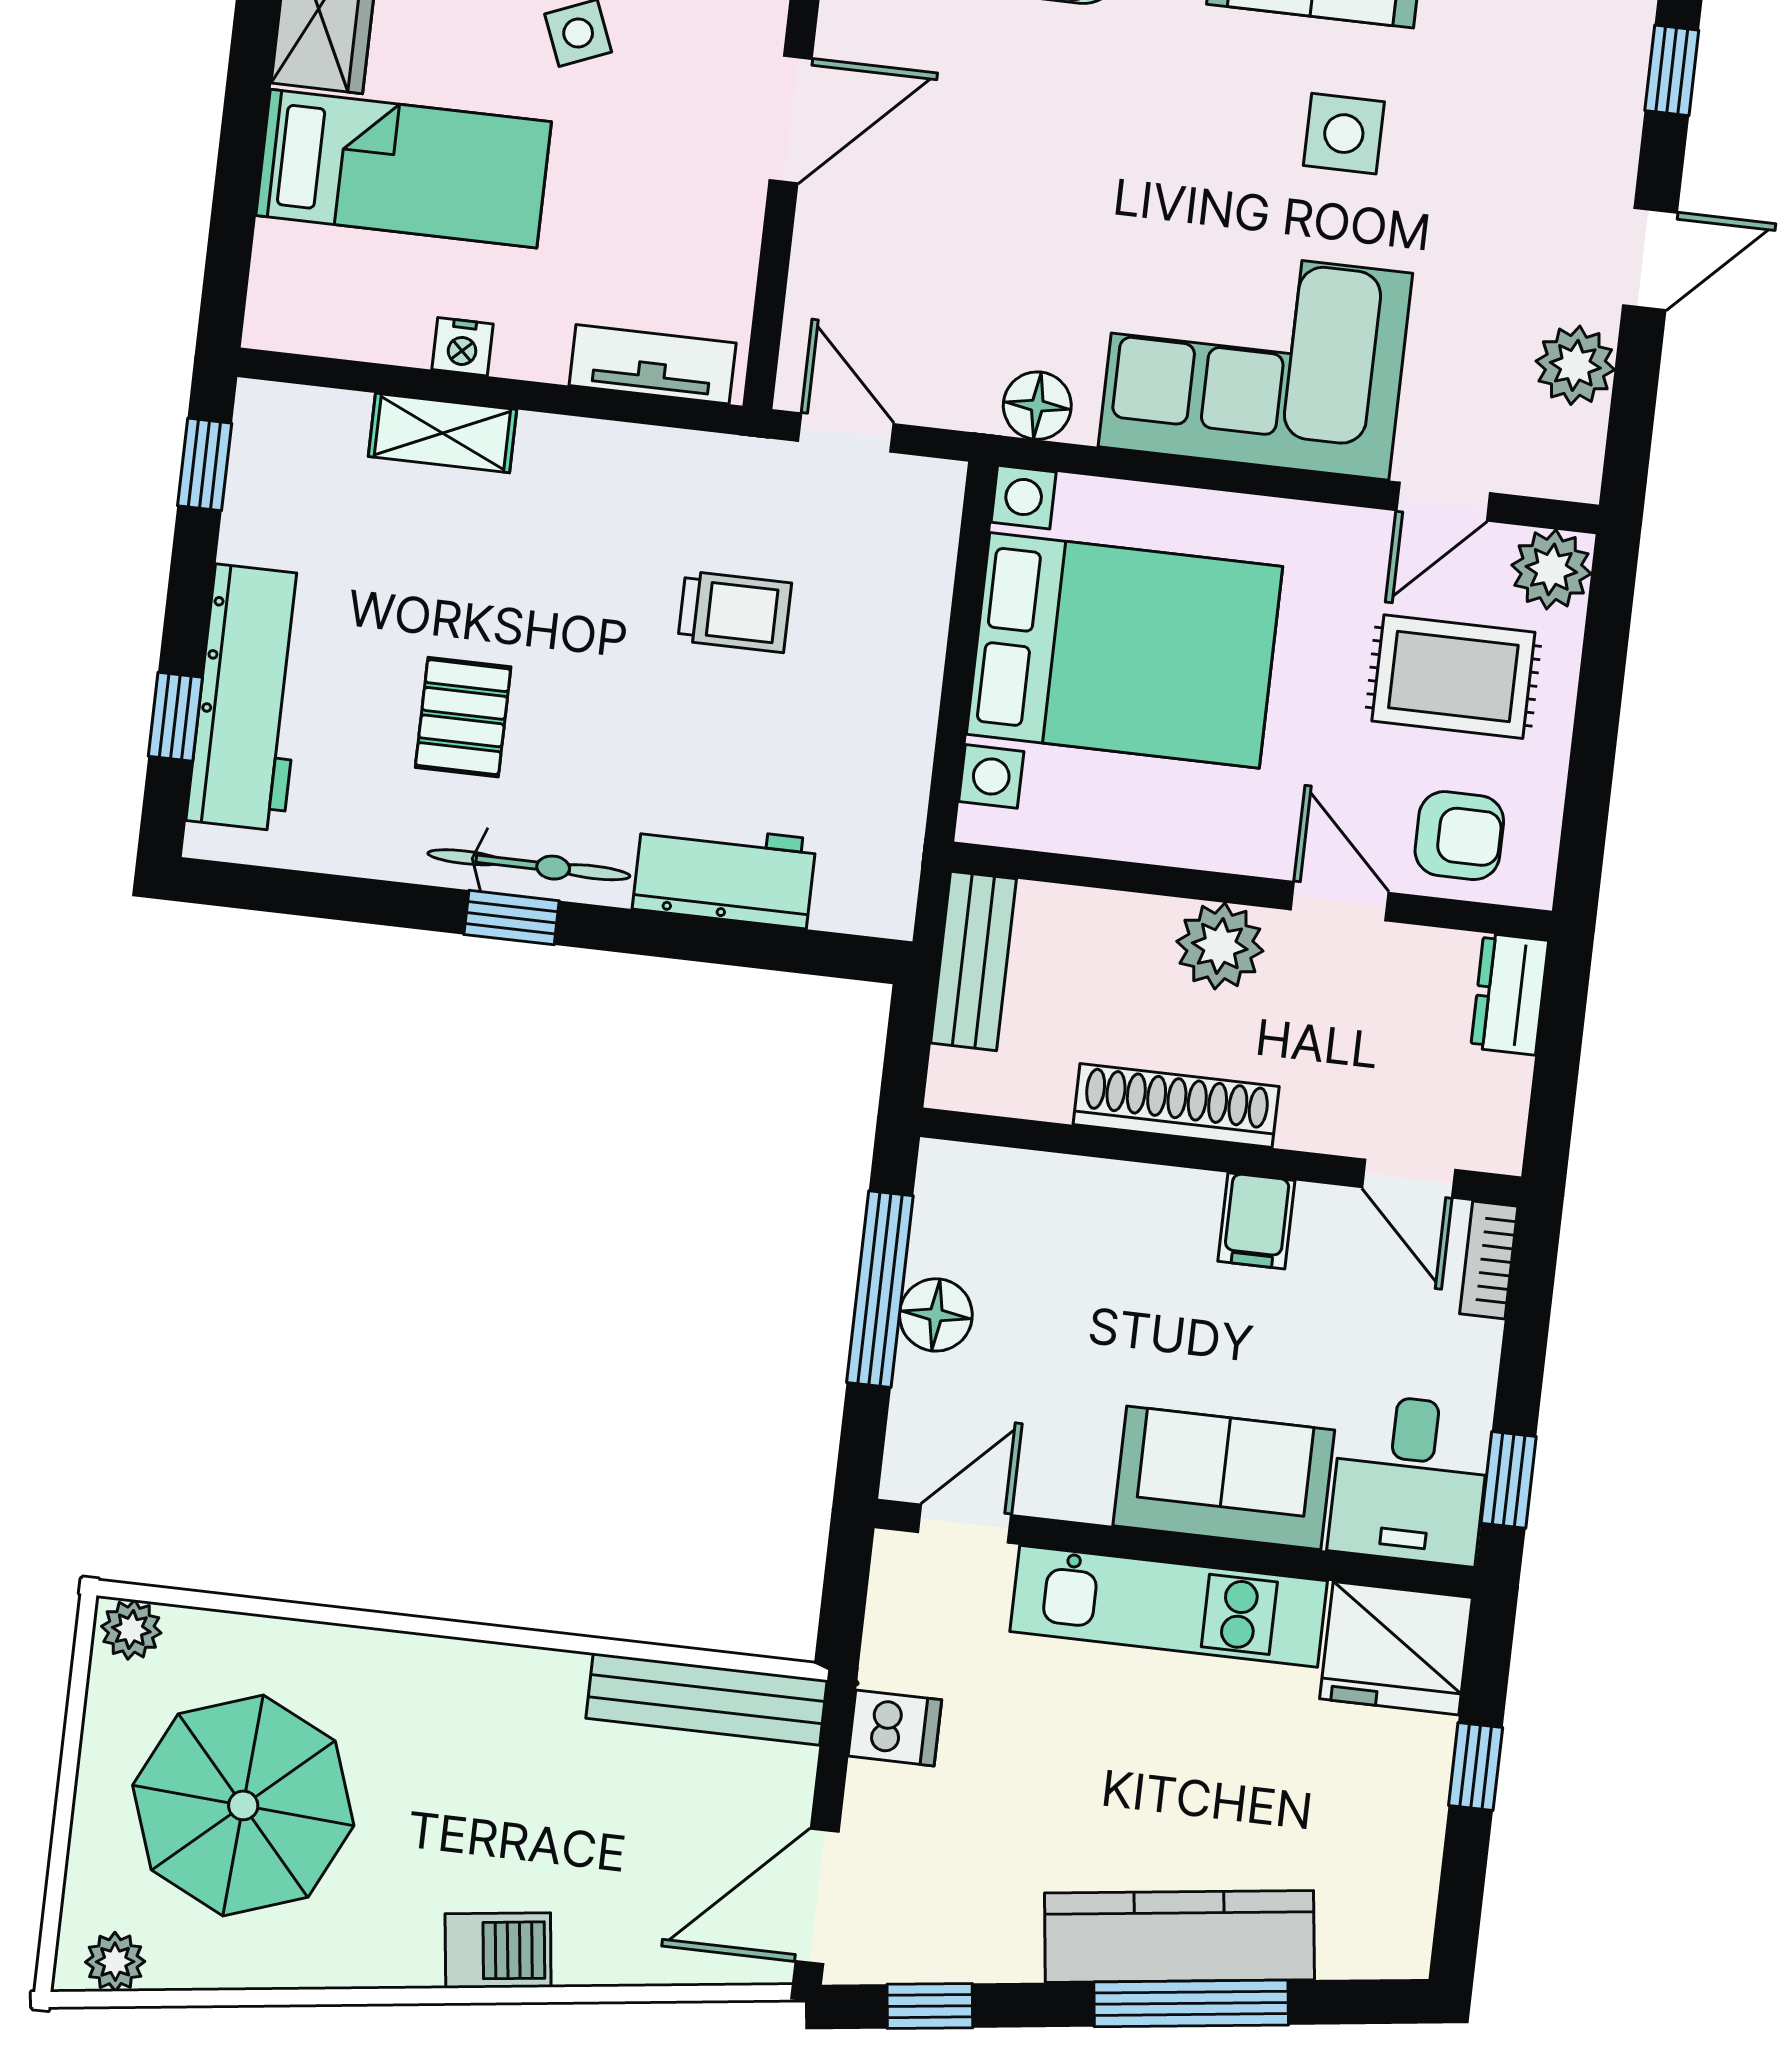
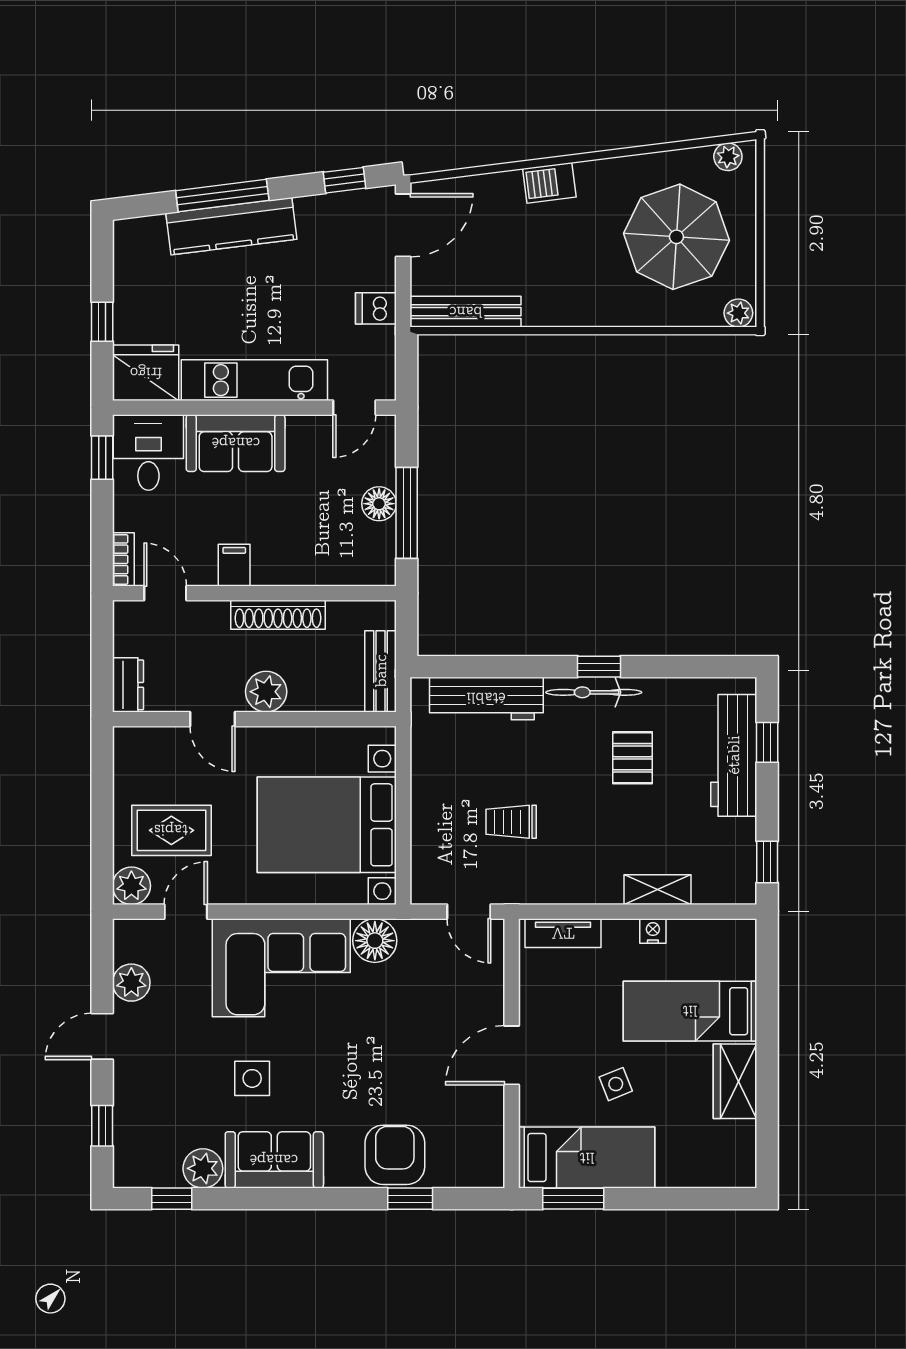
floor lamp: (1037, 406) -> (375, 941), width x1.38, depth x1.38
armchair: (1459, 836) -> (160, 756), removed
workbench: (724, 874) -> (486, 698), width x1.38

